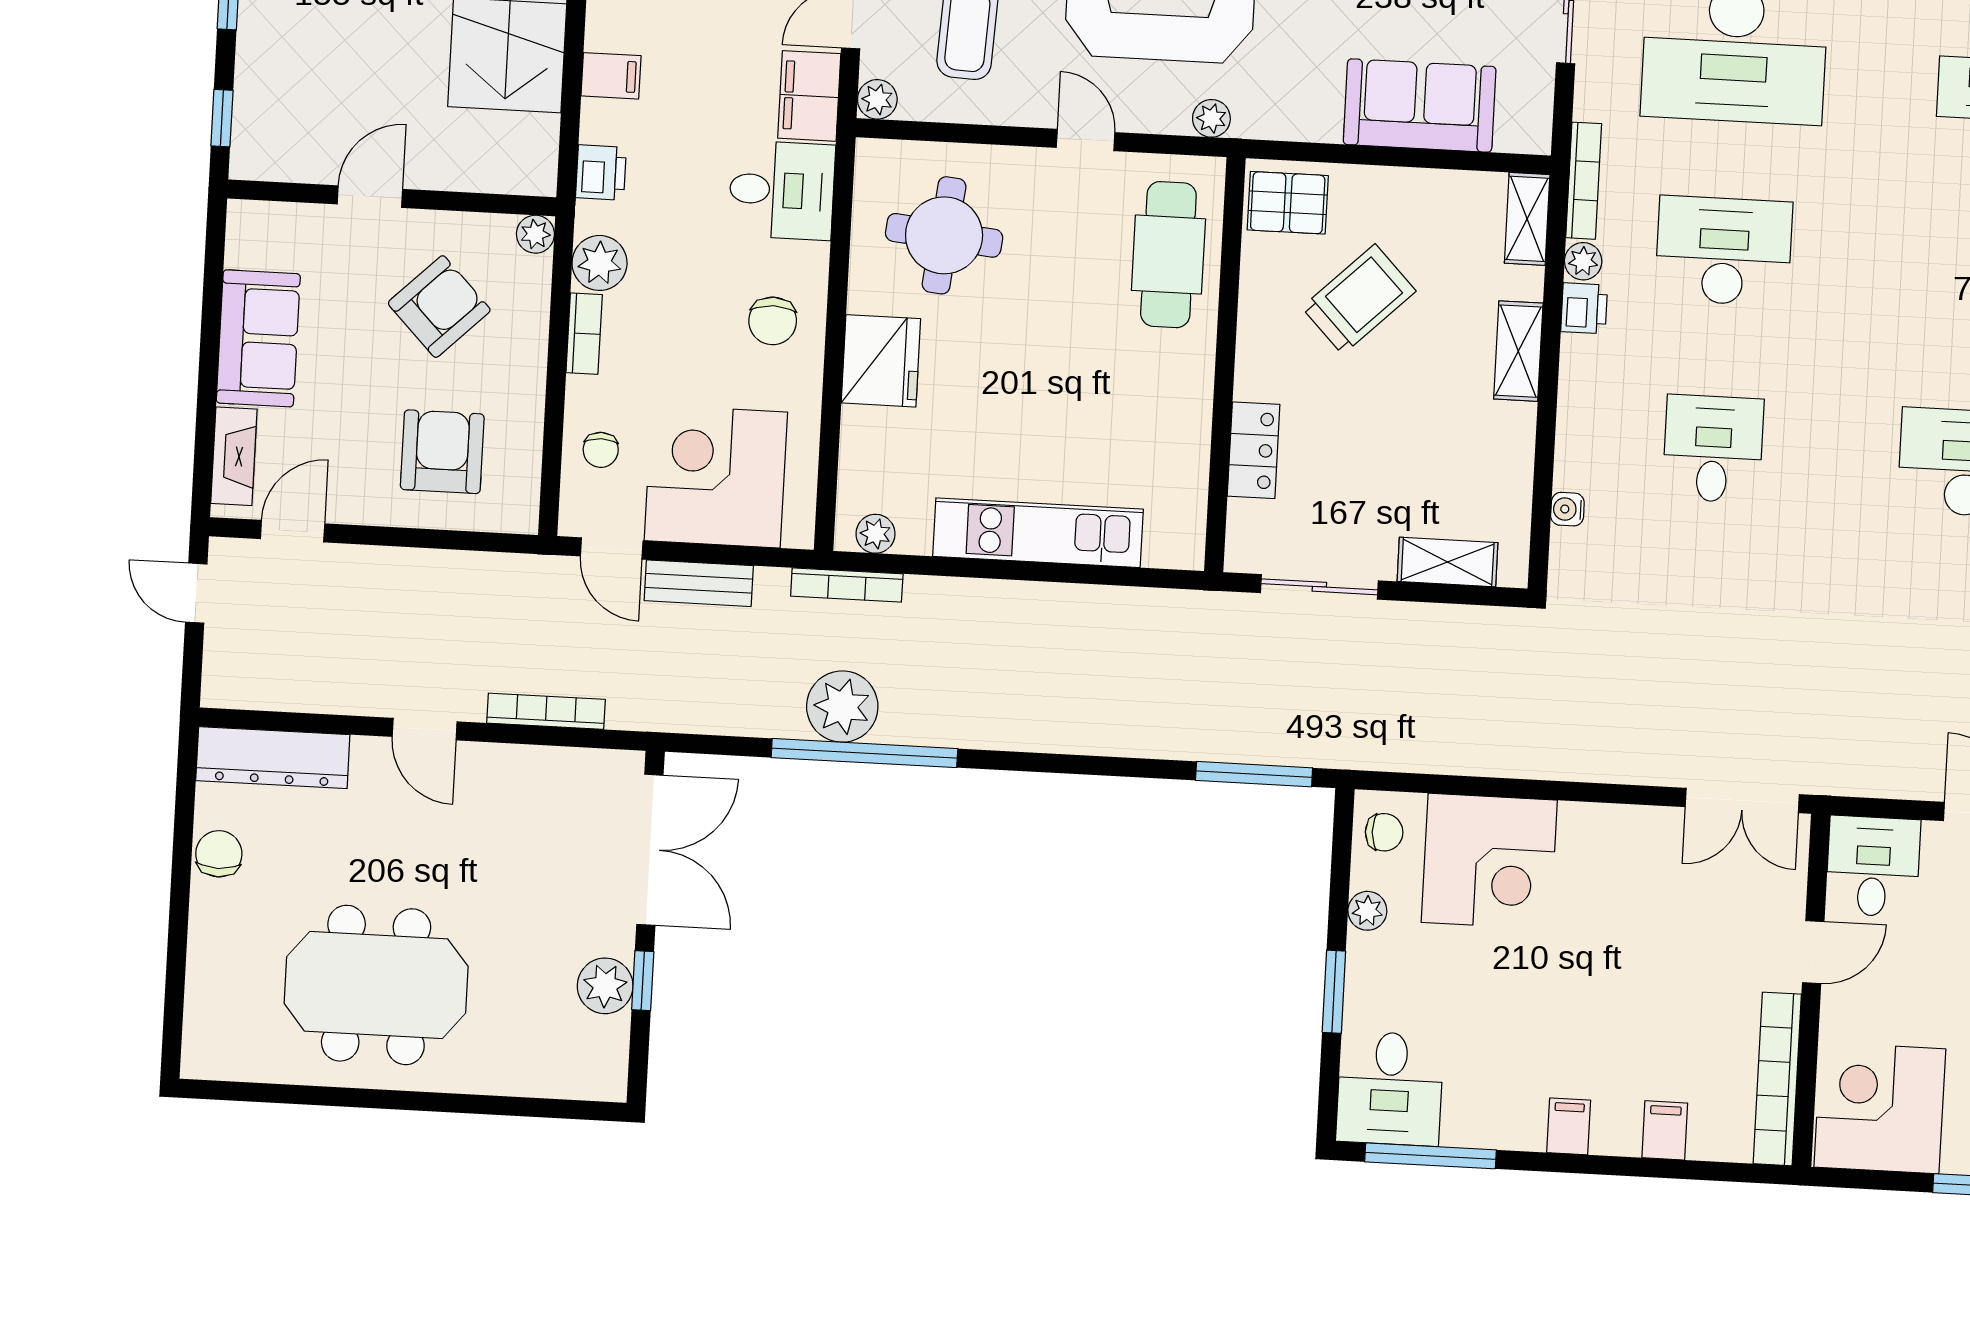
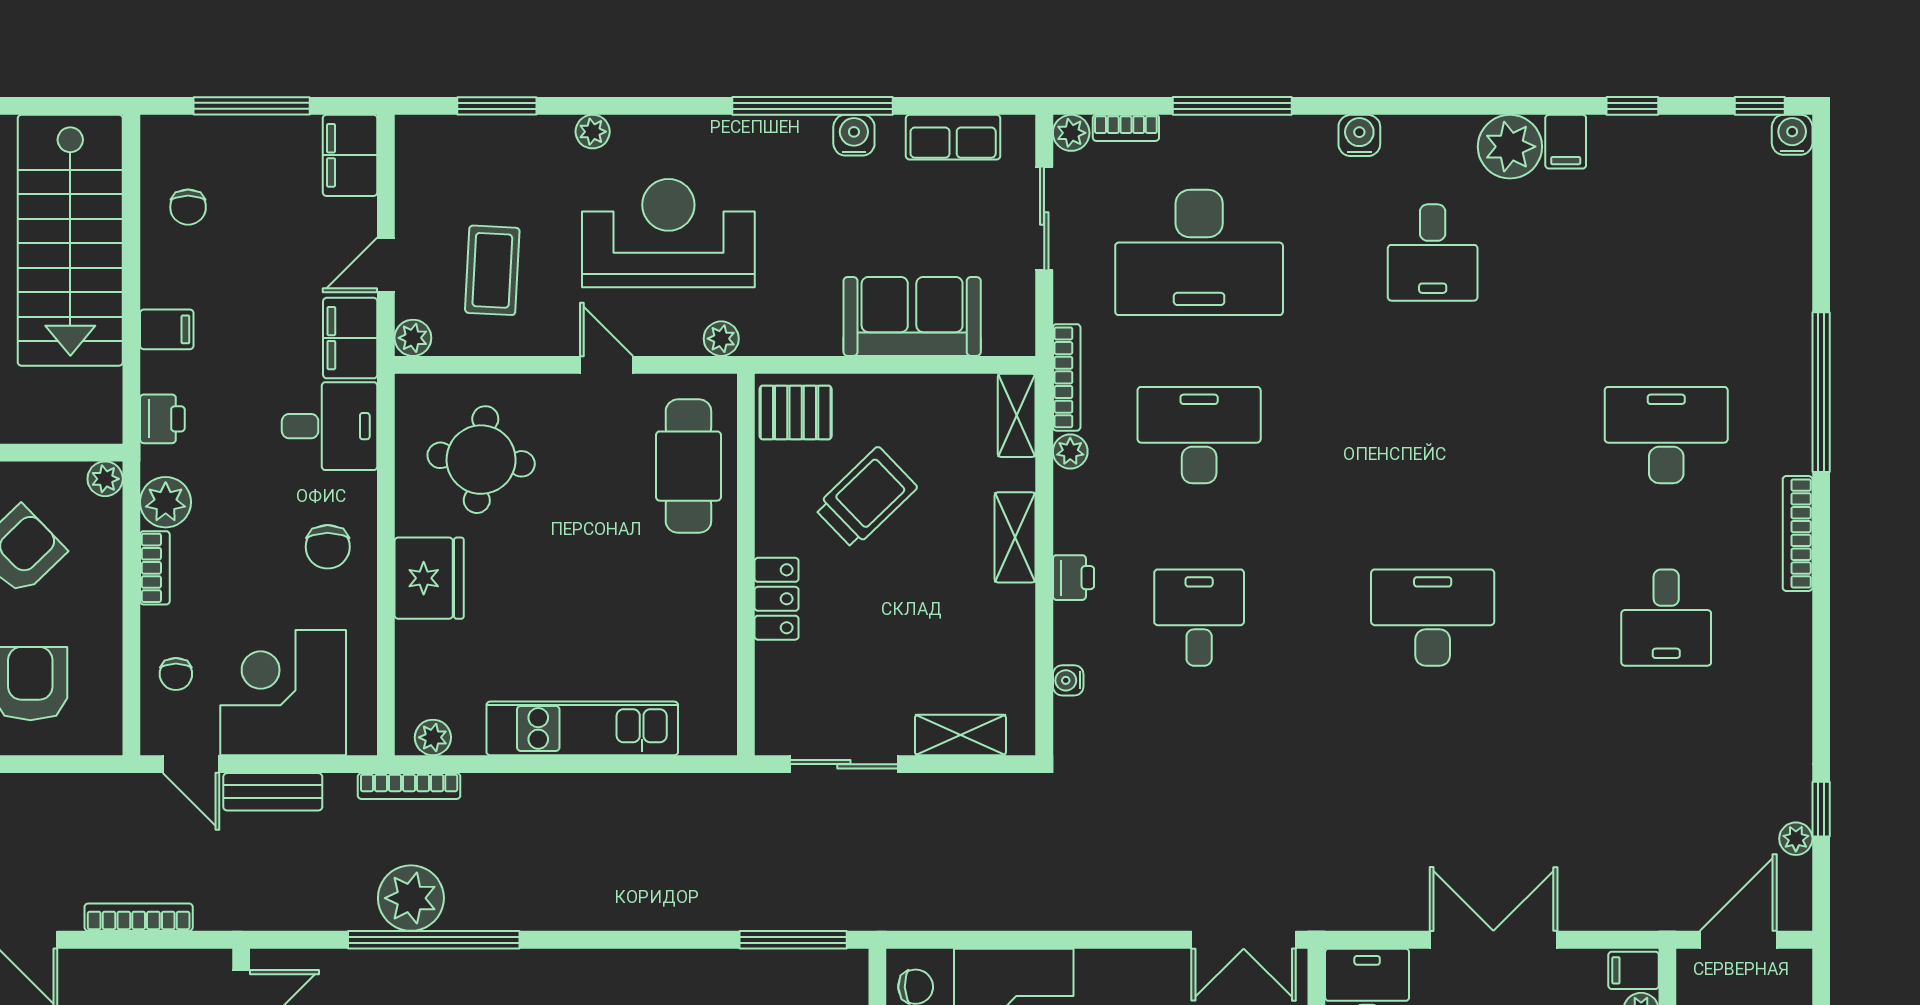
printer: (1584, 308) -> (1074, 578), moved
locker: (1254, 450) -> (777, 599), moved

